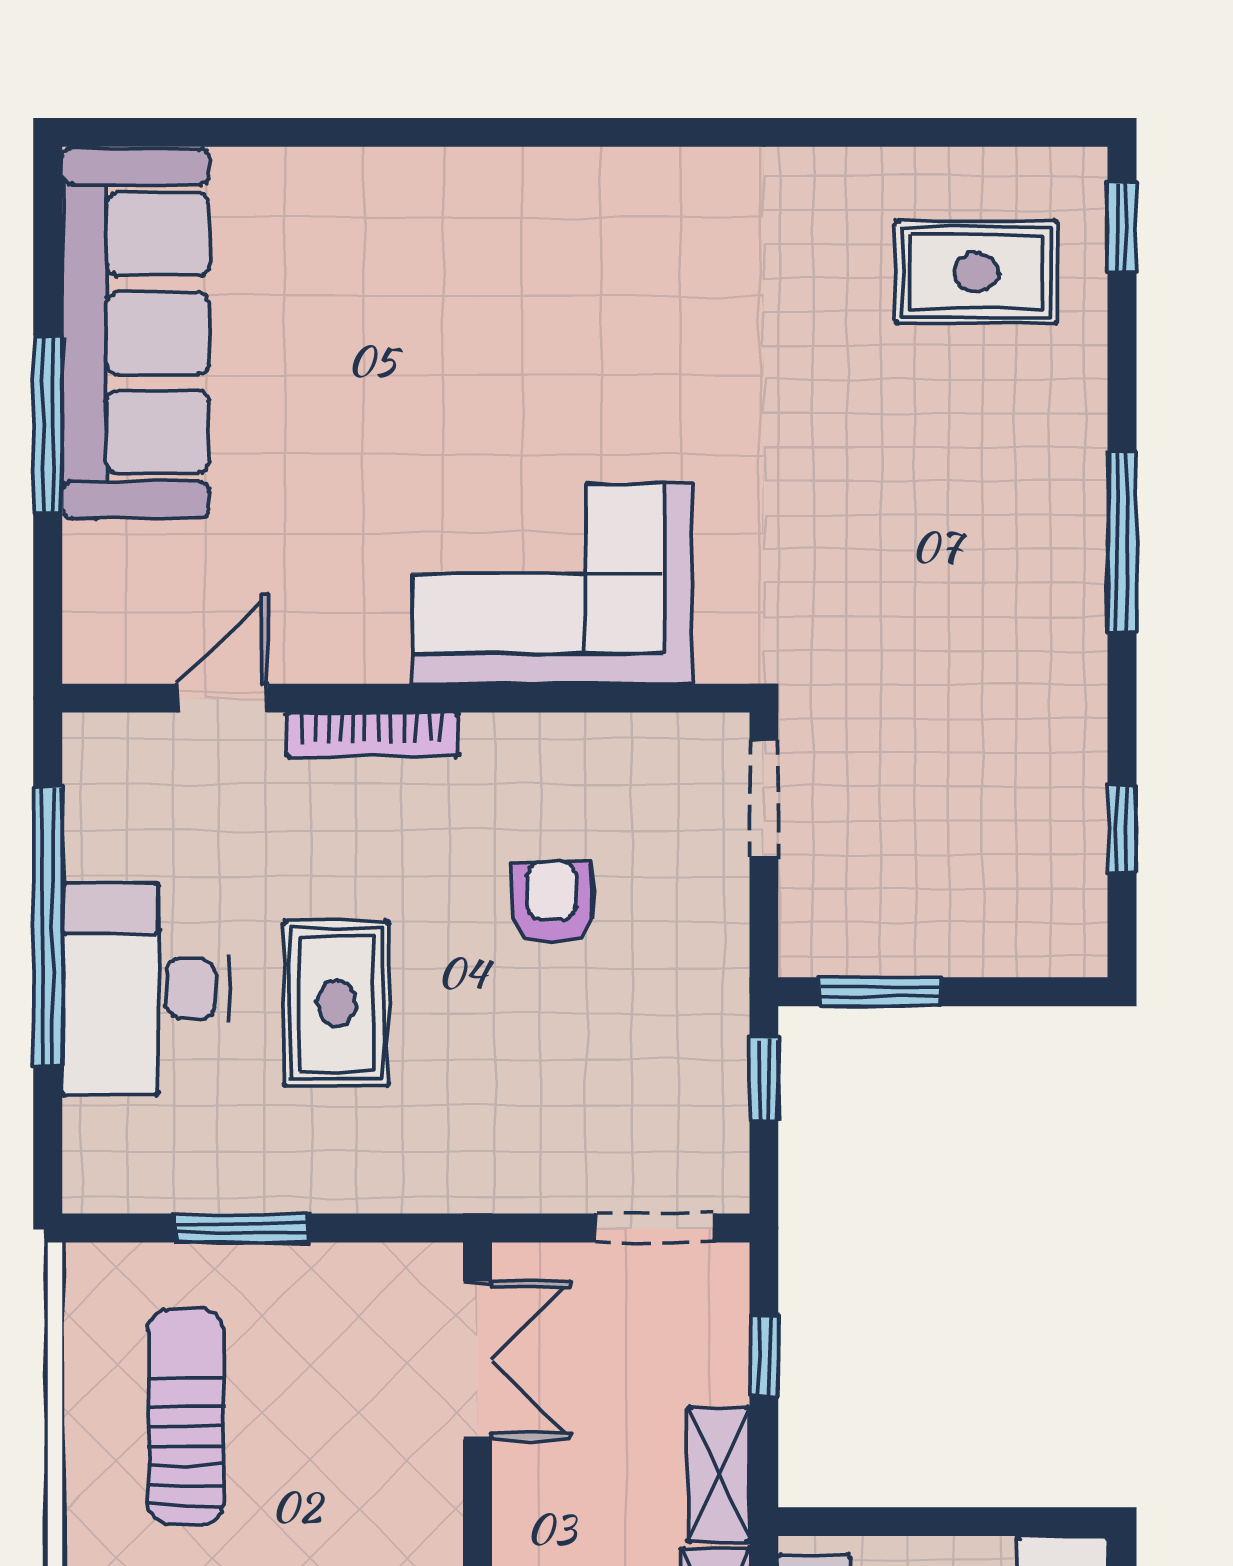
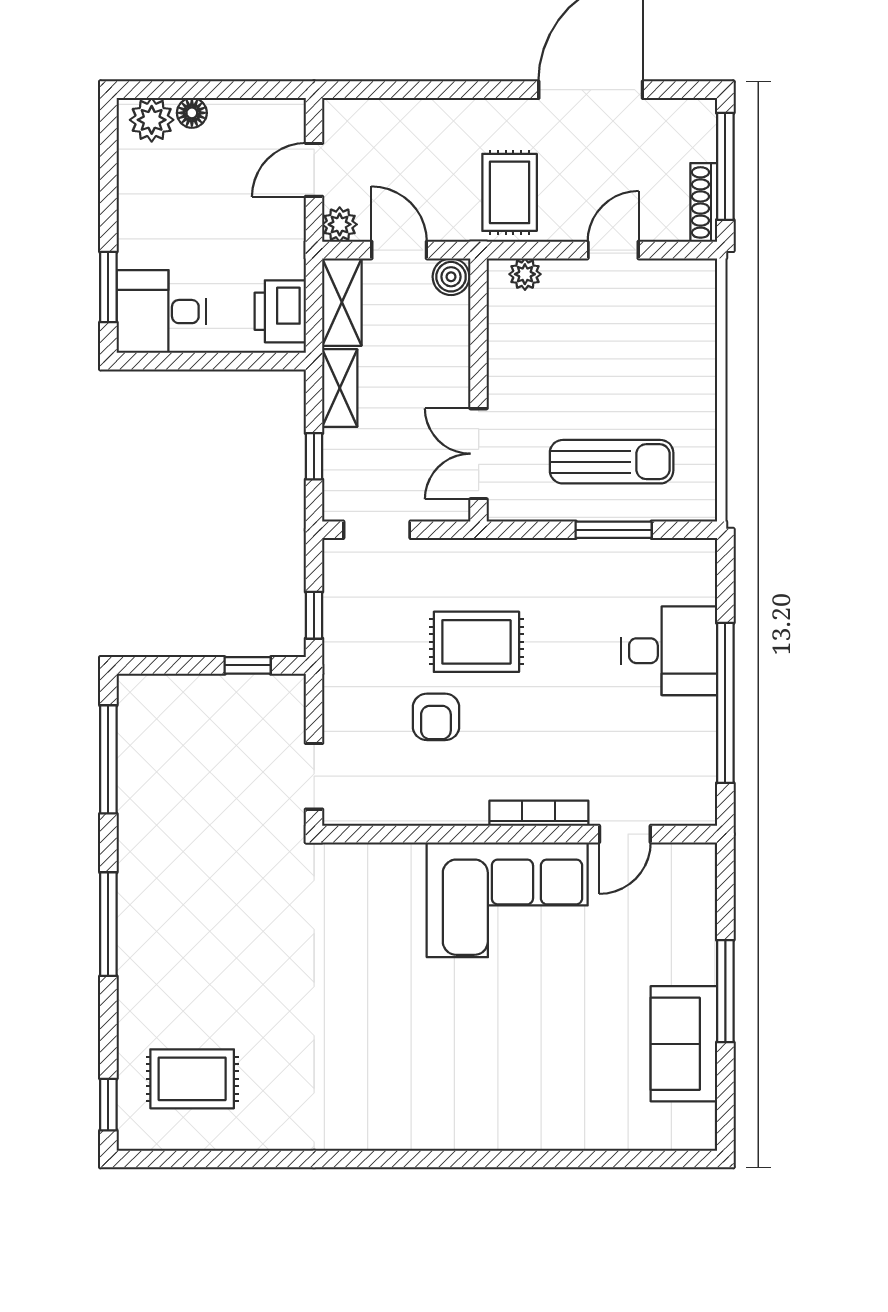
sofa: (136, 333) -> (684, 1044), width x0.54, depth x0.79
corner sofa: (552, 584) -> (507, 900), moved
window: (1122, 828) -> (108, 759), width x2.17
desk: (145, 989) -> (669, 651), width x0.73
window: (879, 992) -> (248, 665), width x0.67
rug: (336, 1003) -> (476, 642), moved, turned 90
sun lounger: (186, 1417) -> (612, 462), moved, turned -90

